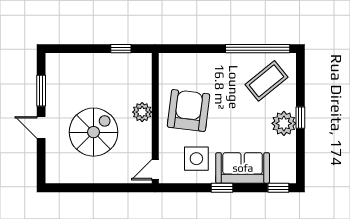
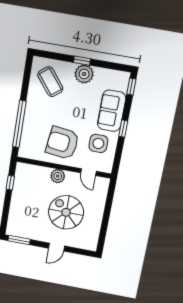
window: (258, 49) -> (19, 124), moved
window: (41, 91) -> (19, 240), moved
door: (155, 170) -> (88, 172), moved

